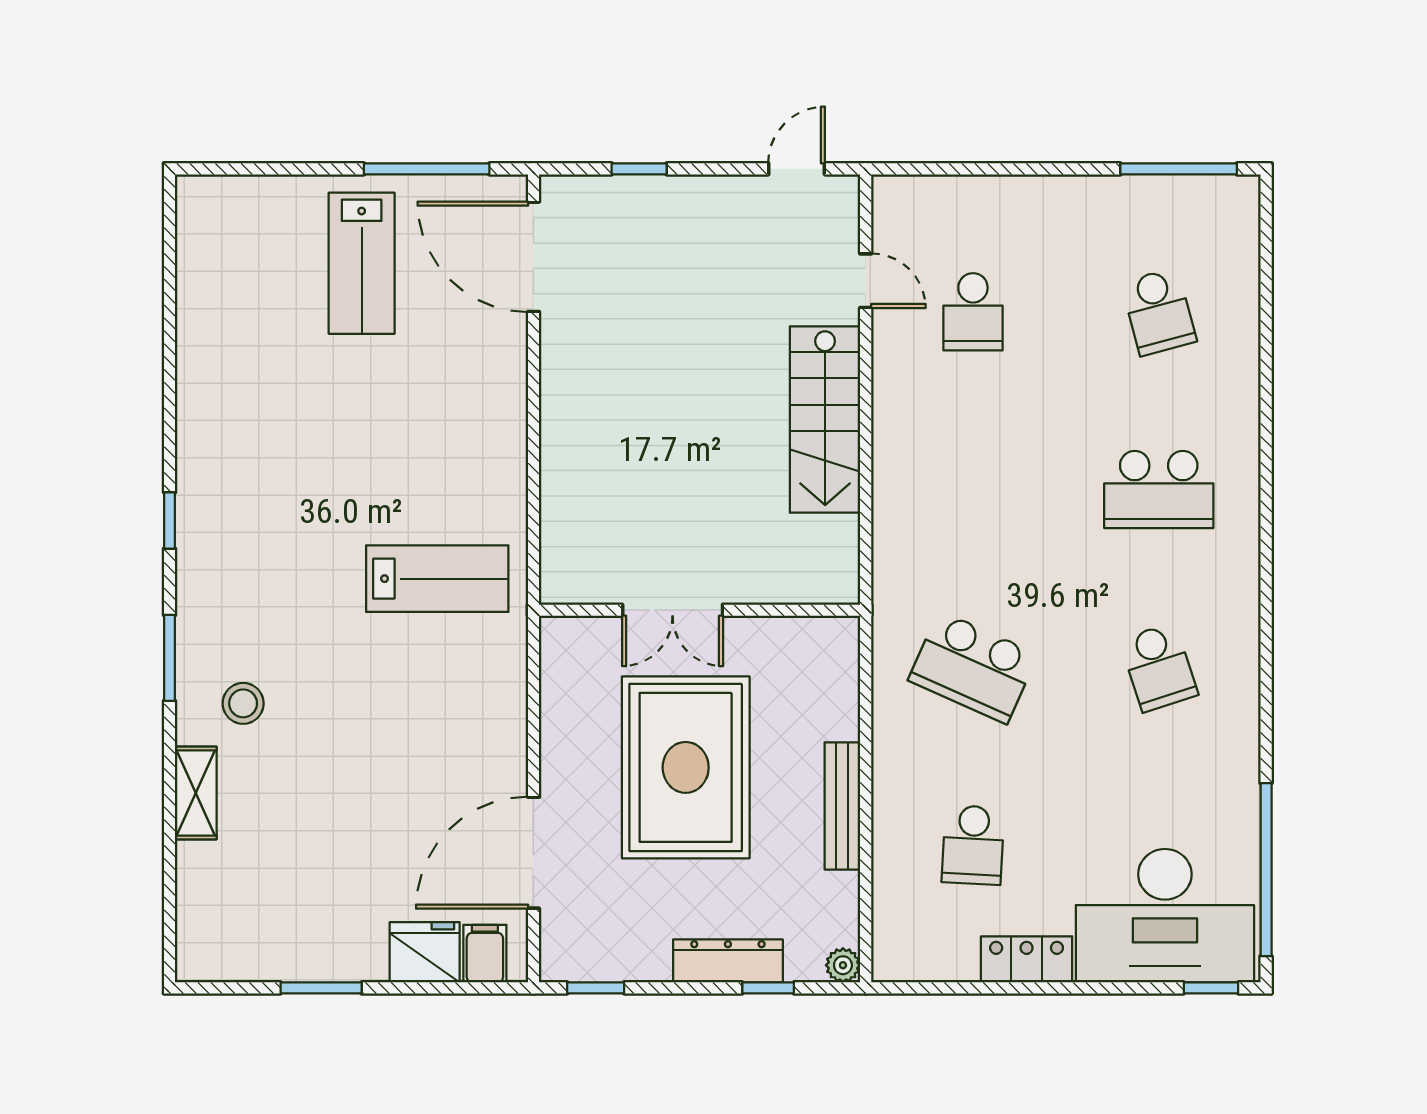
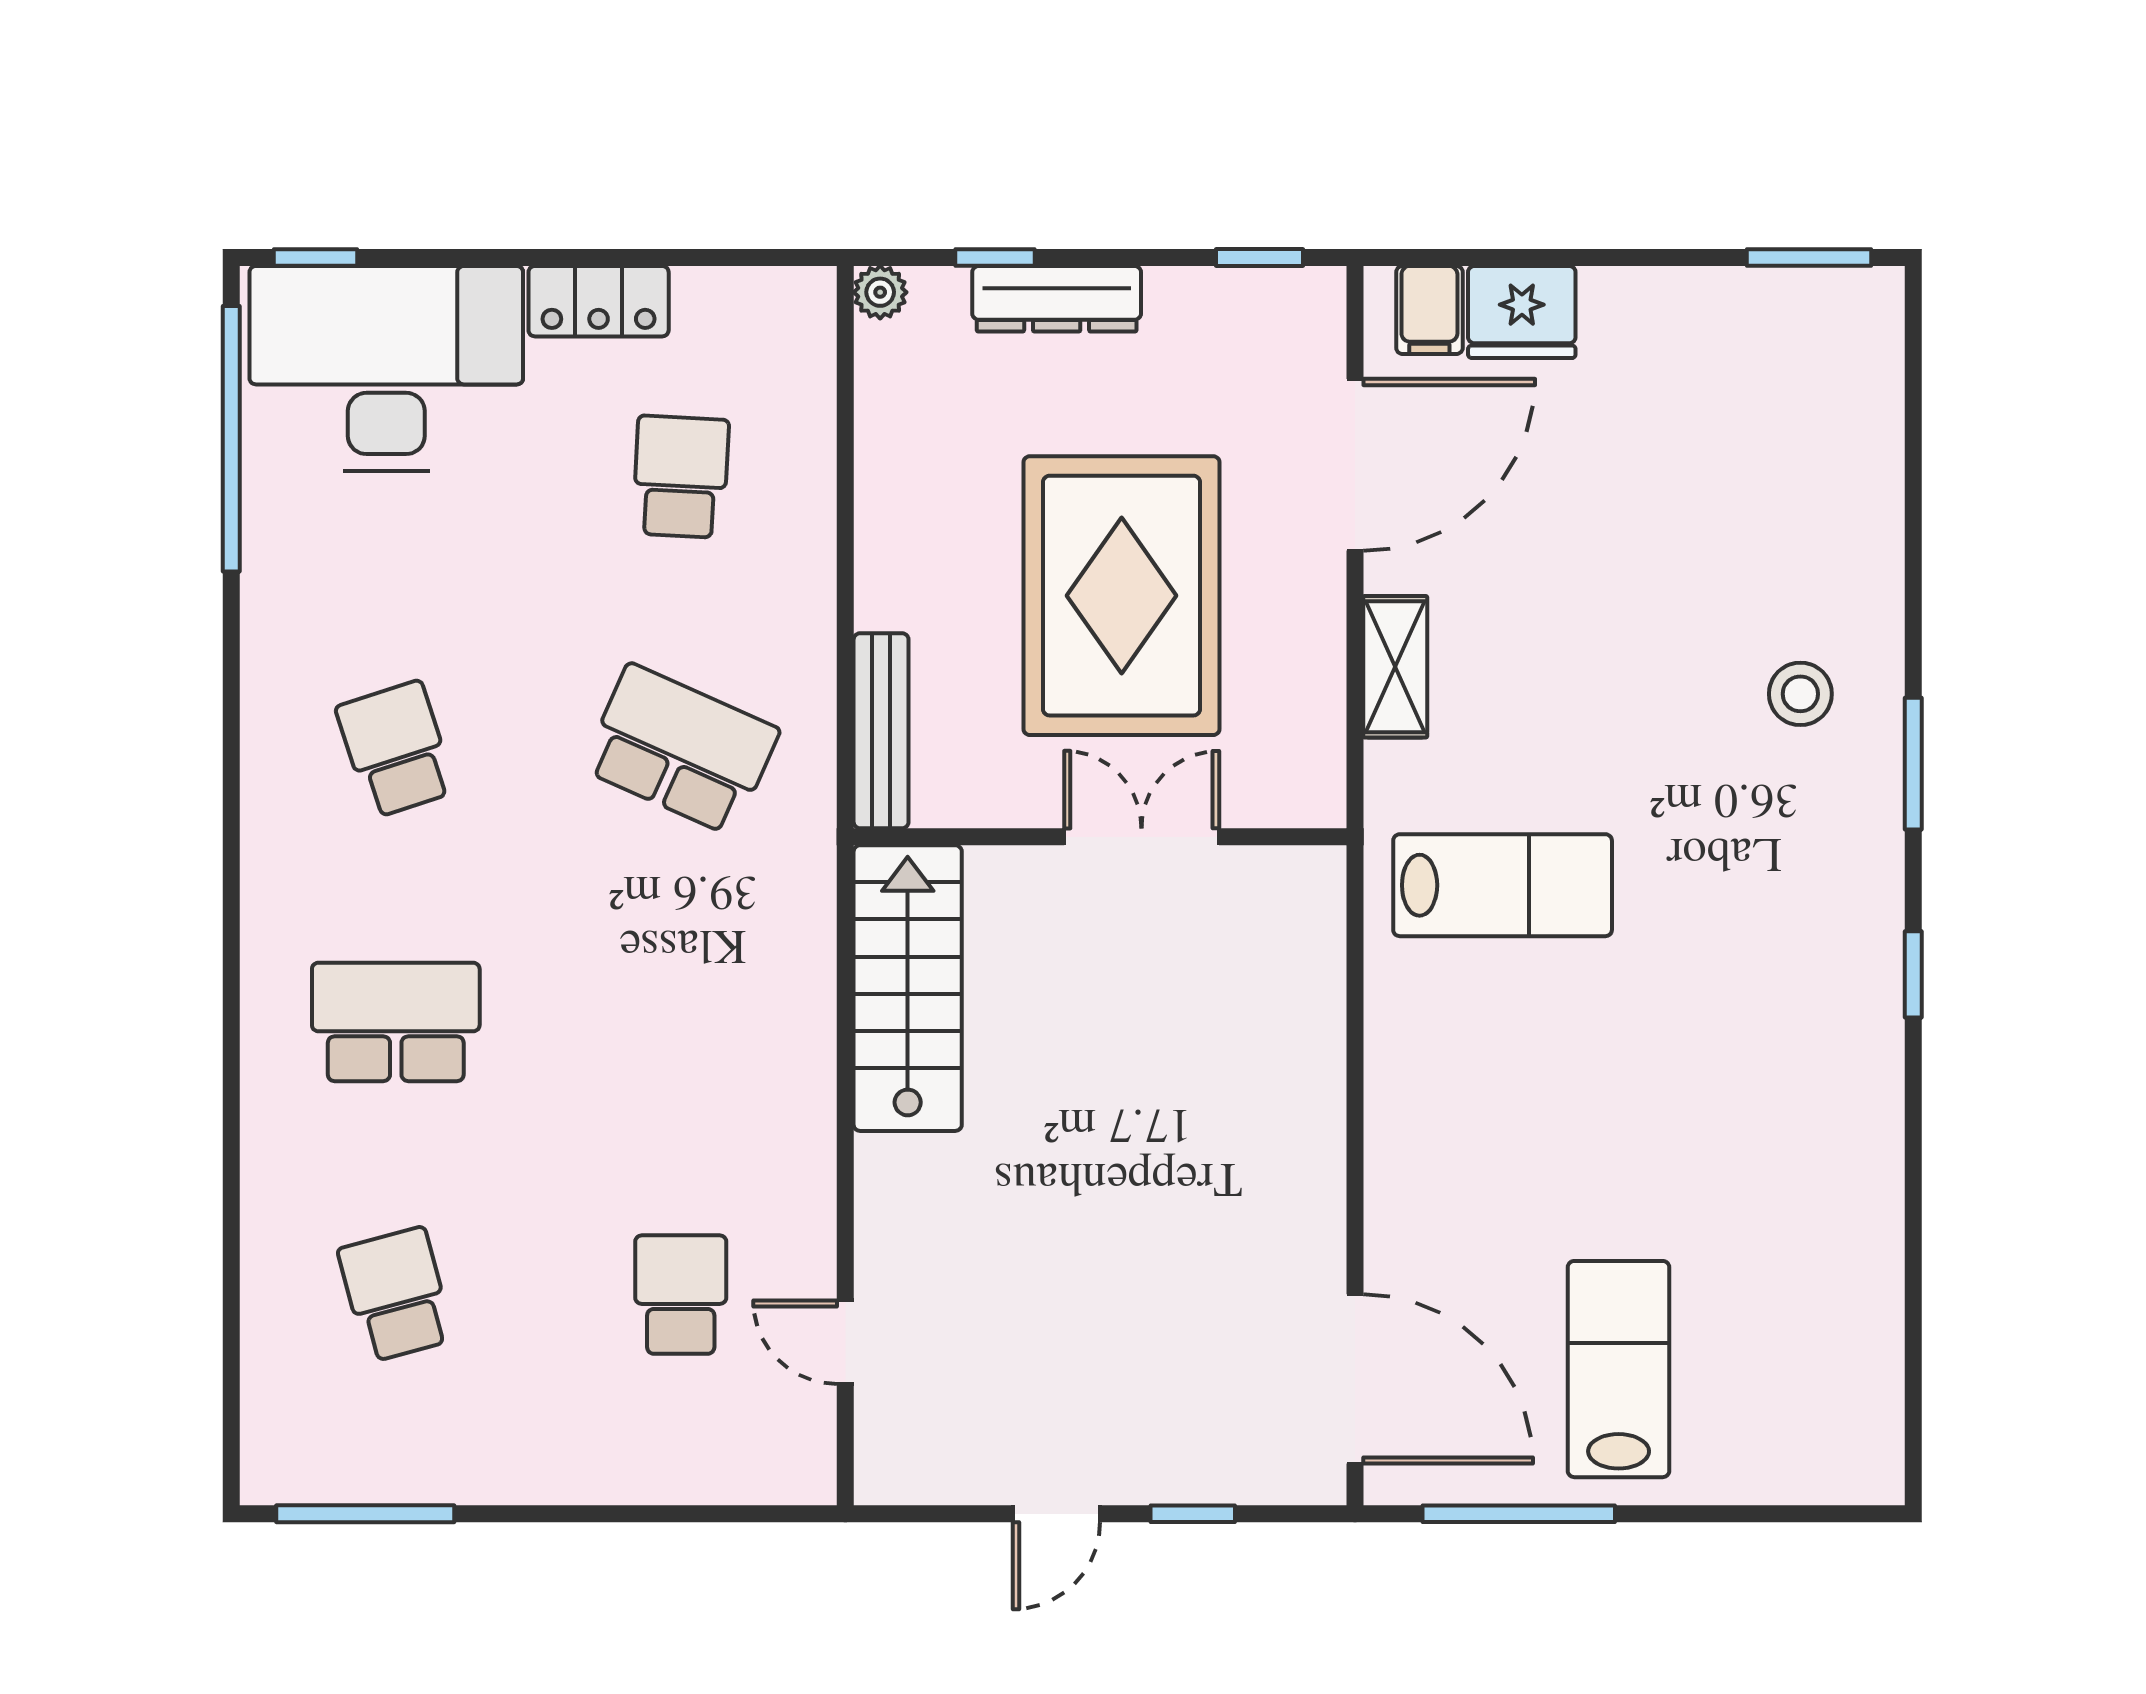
door: (797, 169) -> (1056, 1514), moved
stairs: (825, 419) -> (908, 988), moved
lab bench: (437, 579) -> (1503, 885), turned 180
shelving: (196, 793) -> (1395, 667), moved
bench: (842, 806) -> (881, 731), moved
window: (321, 988) -> (1809, 257), moved

